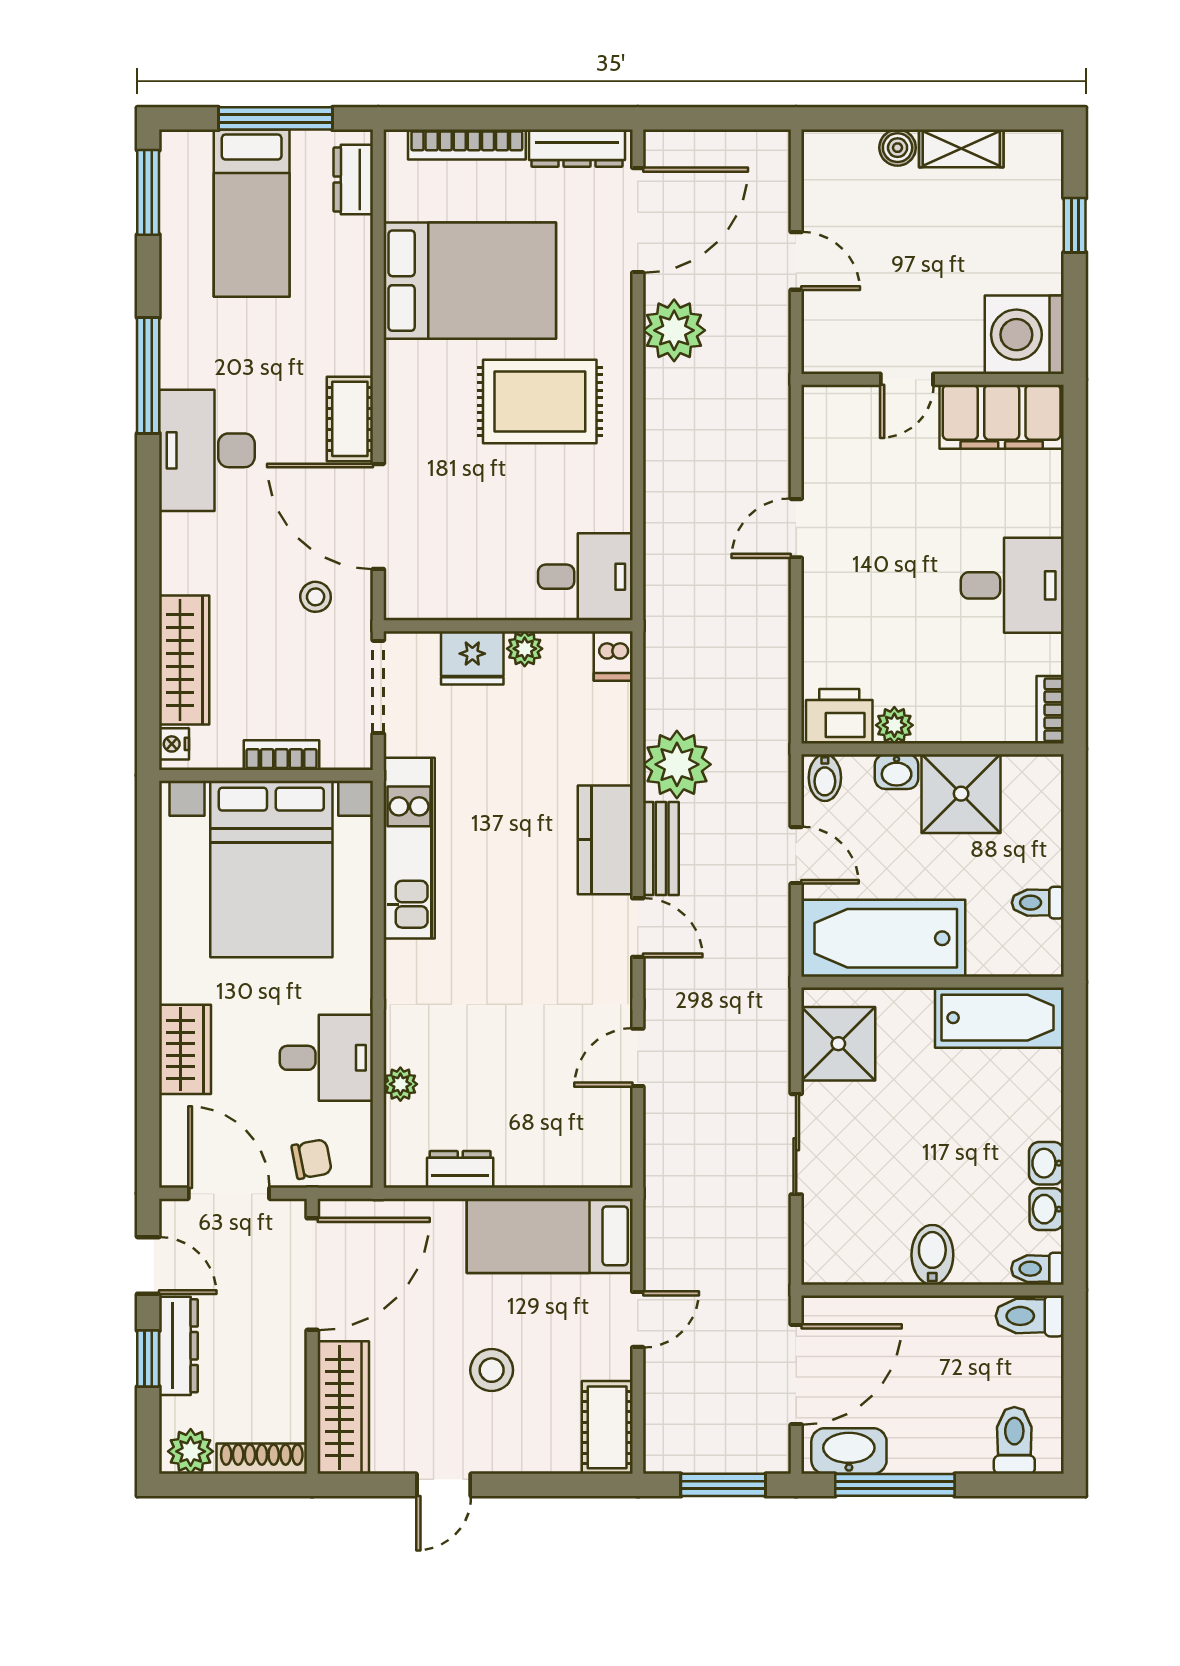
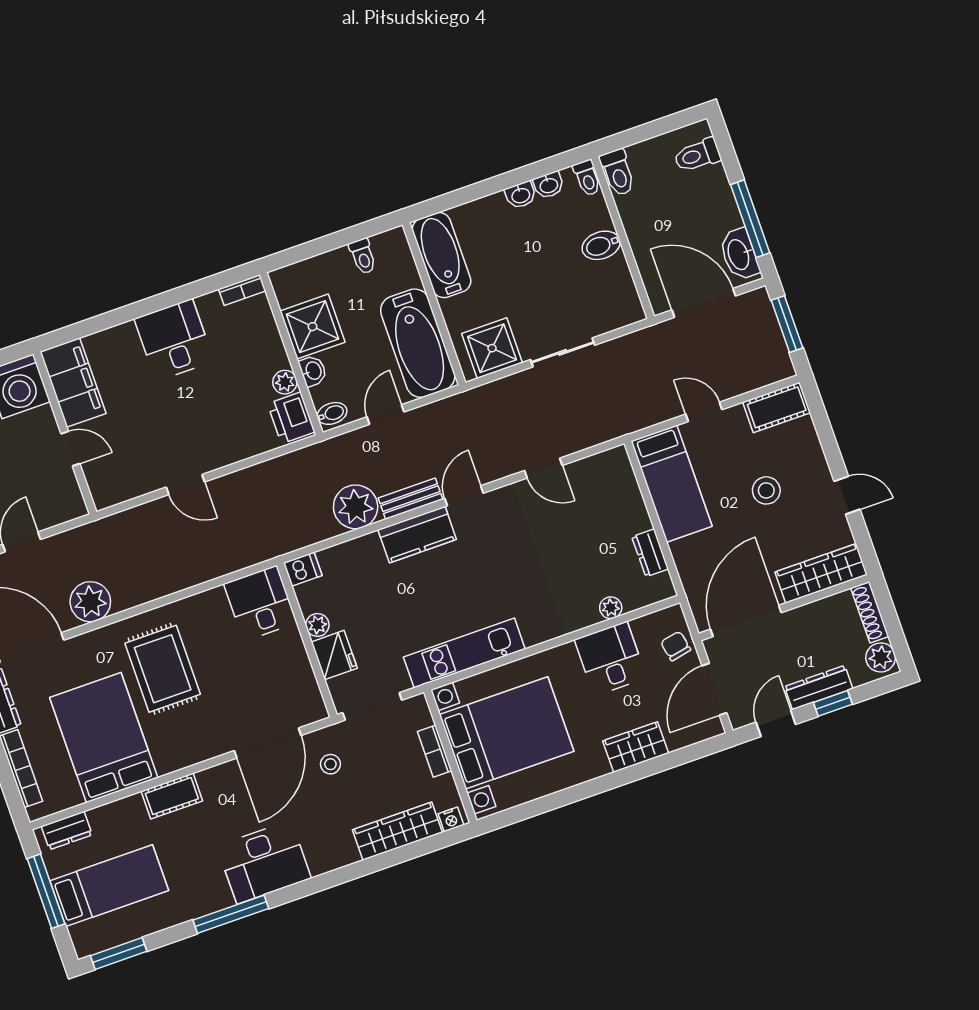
cot: (350, 419) -> (172, 796), moved
door: (312, 1274) -> (746, 621), hinge flipped

